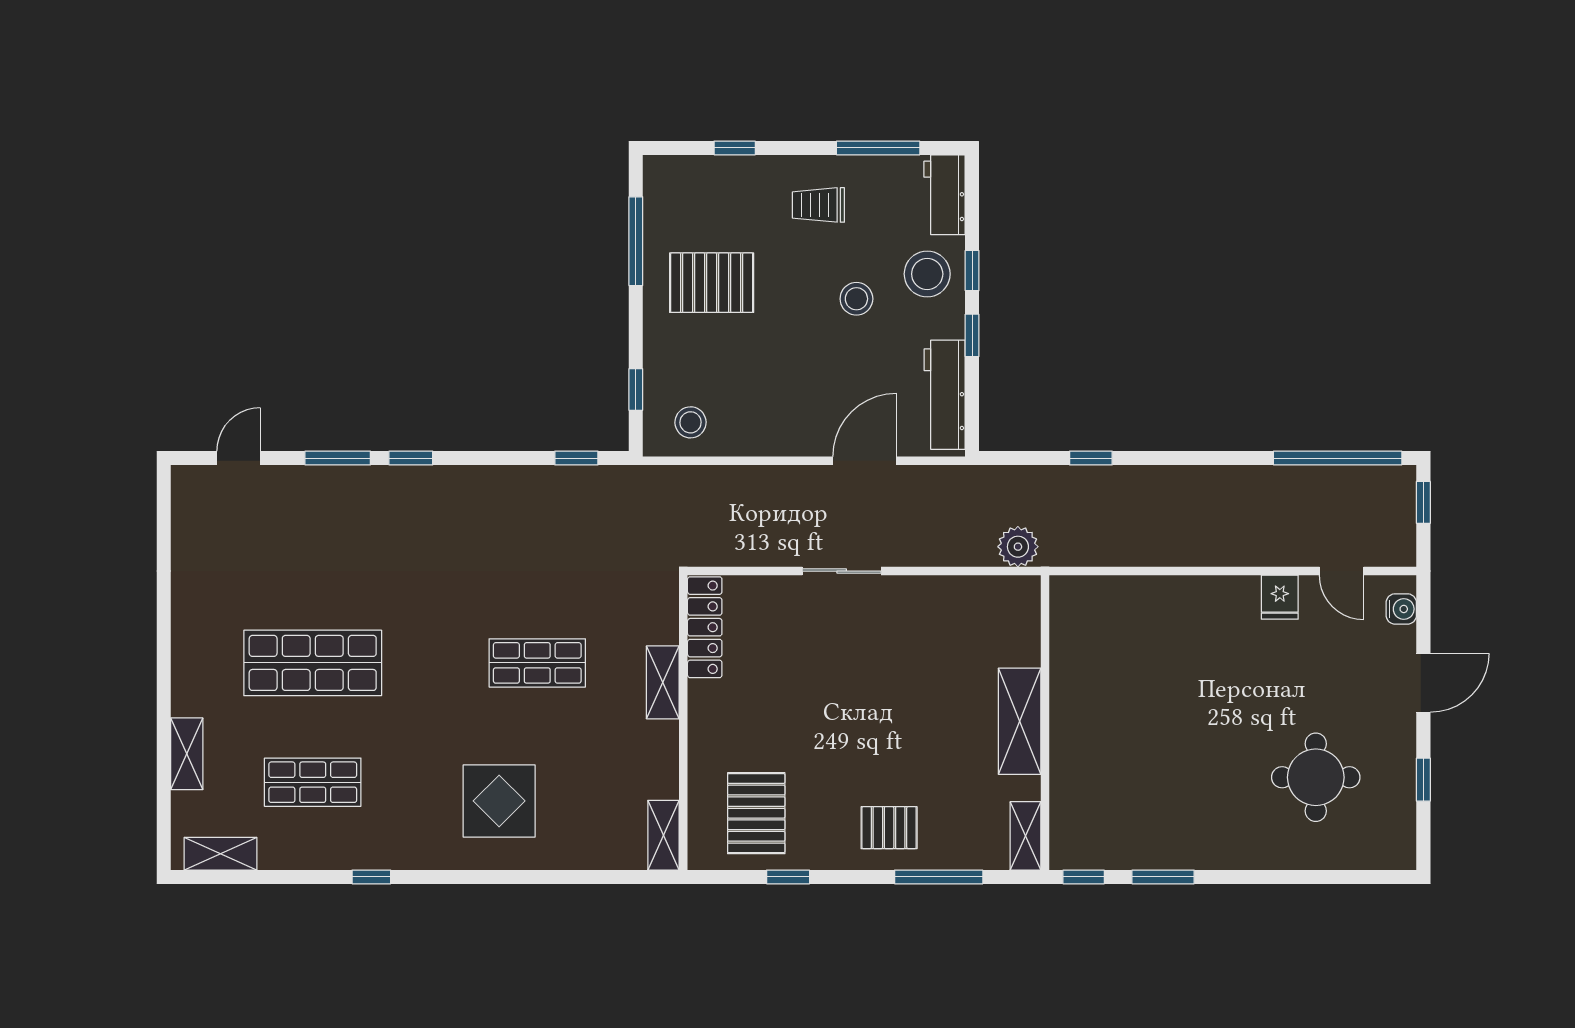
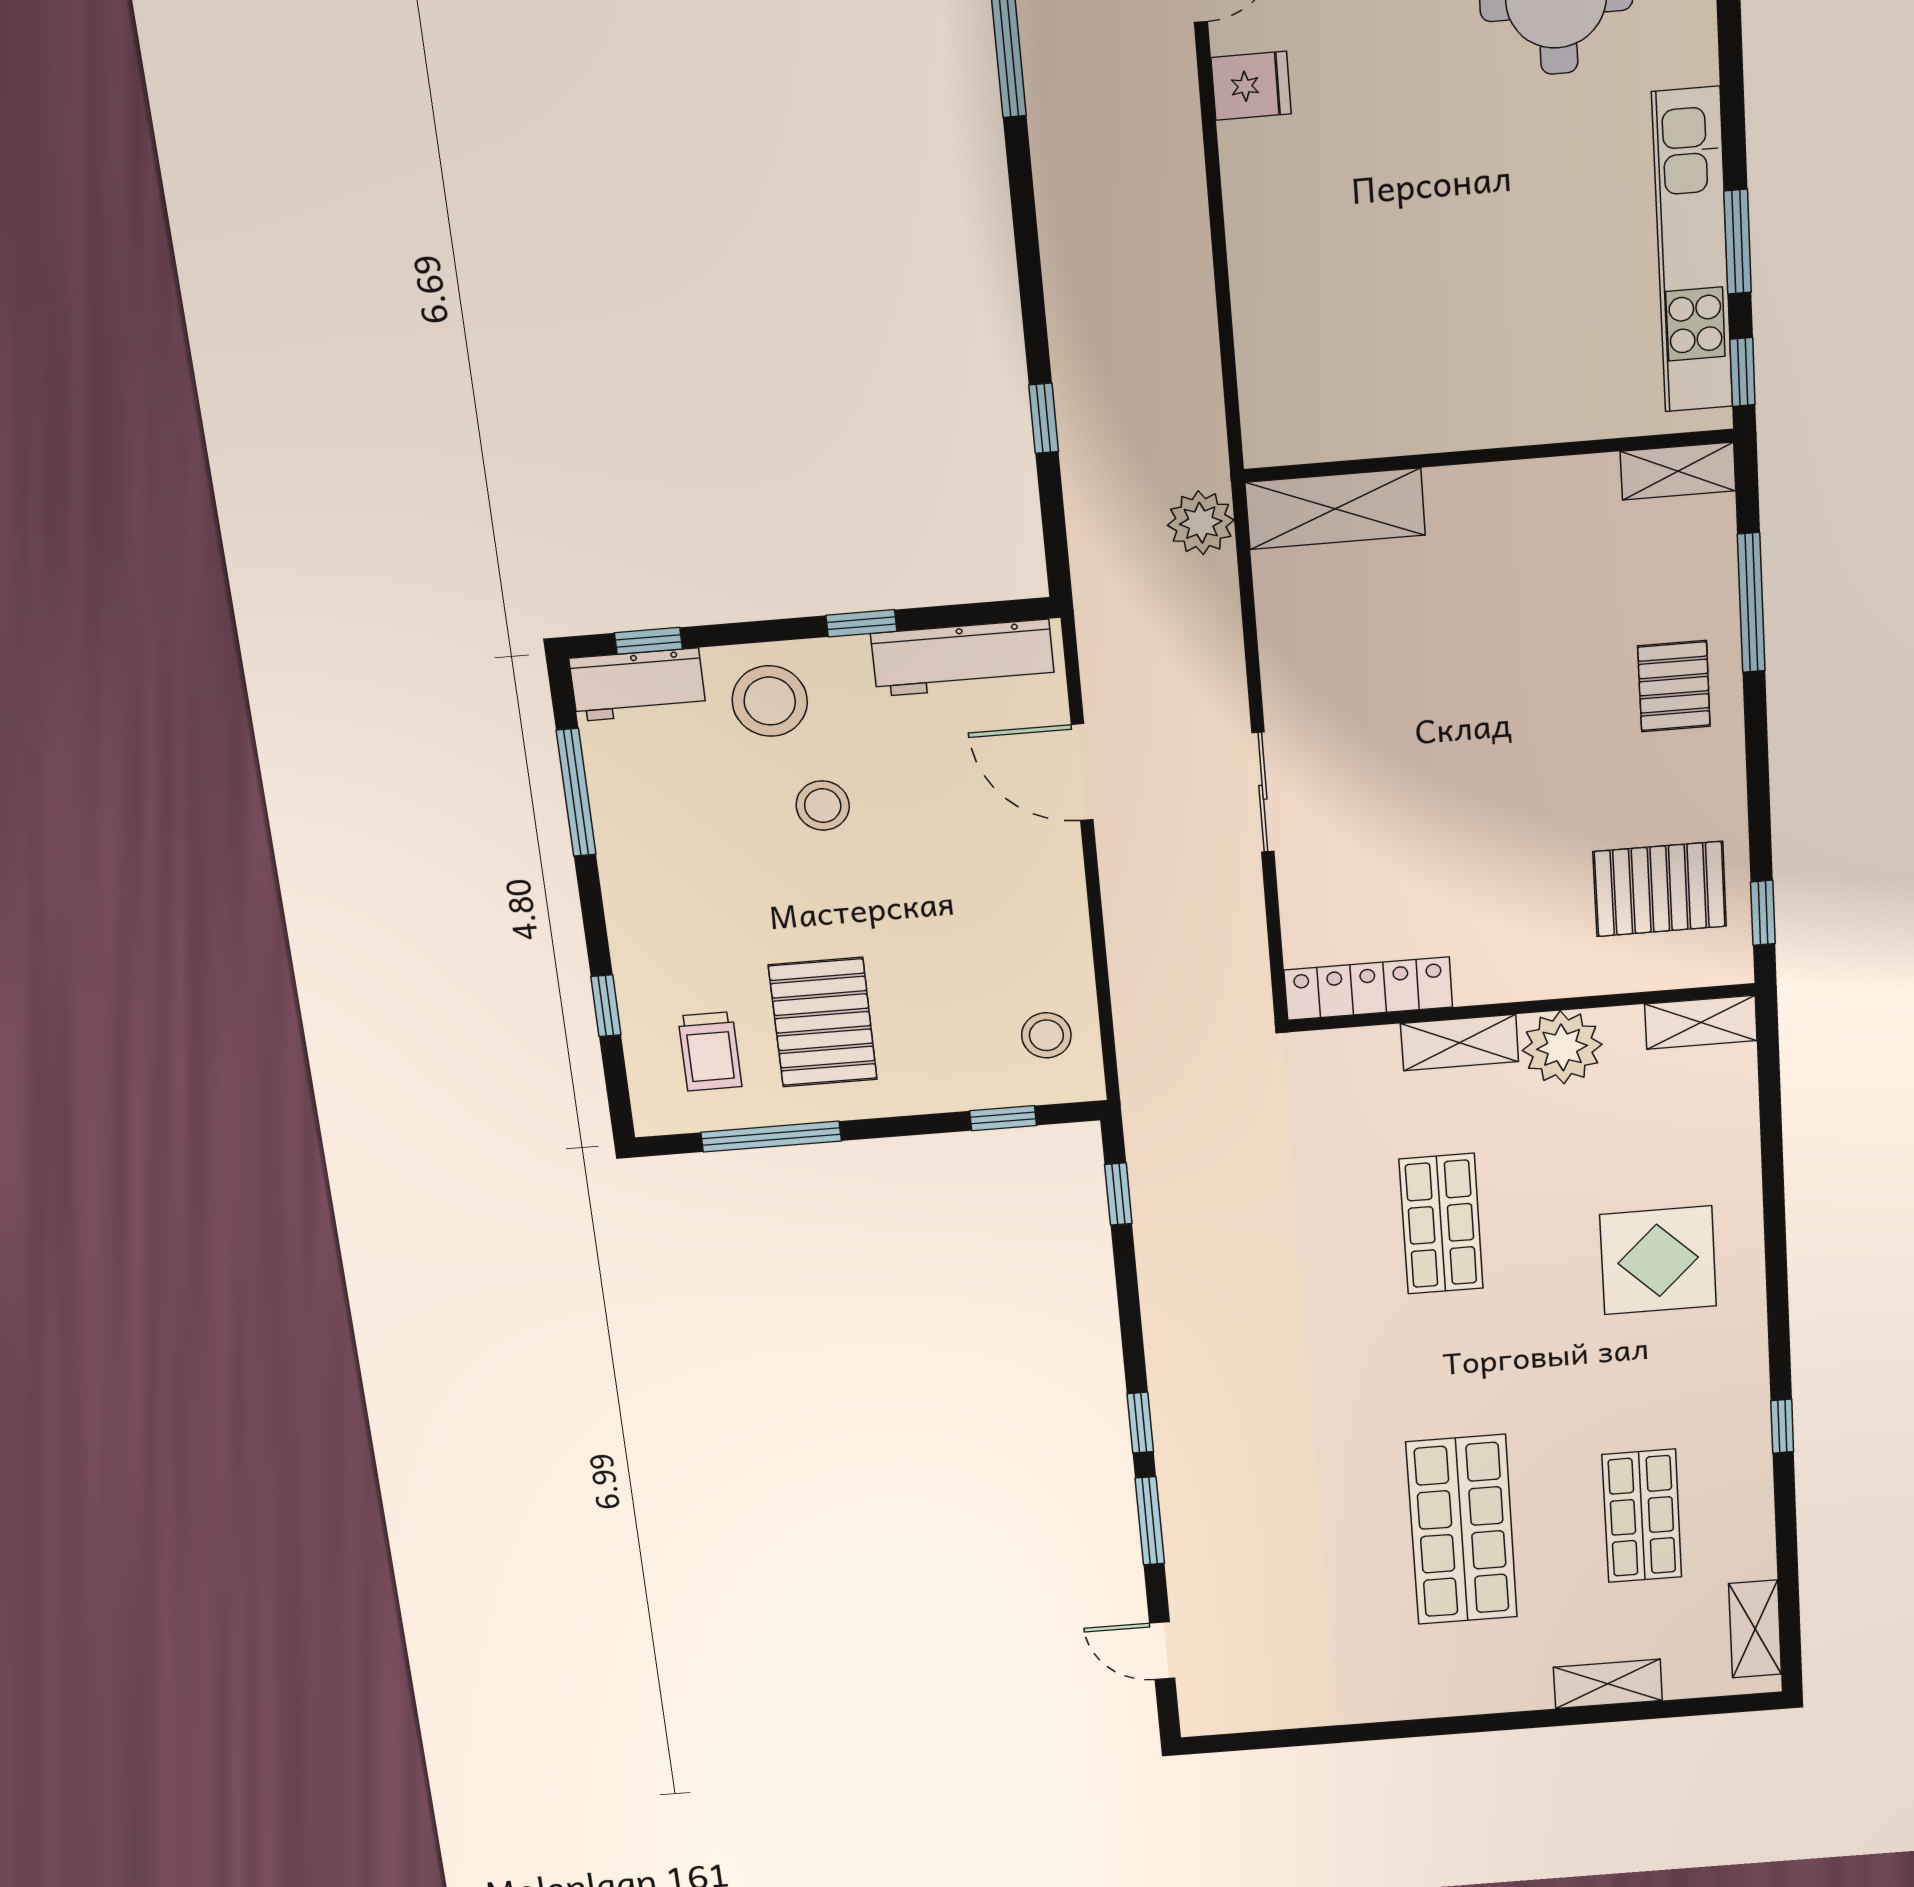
trolley: (818, 205) -> (710, 1051), moved
window: (972, 271) -> (648, 641), moved
shelving: (1020, 721) -> (1335, 509), moved
plant: (654, 747) -> (1562, 1047), added
kitchen unit: (1160, 850) -> (1692, 251), added
window: (788, 877) -> (1763, 913), moved

